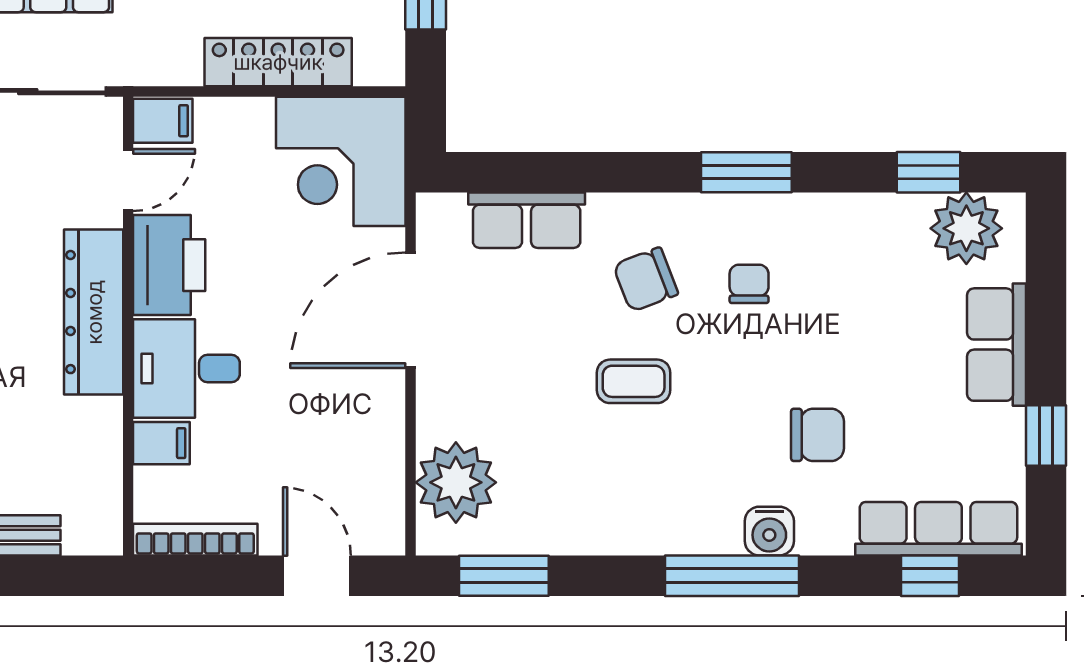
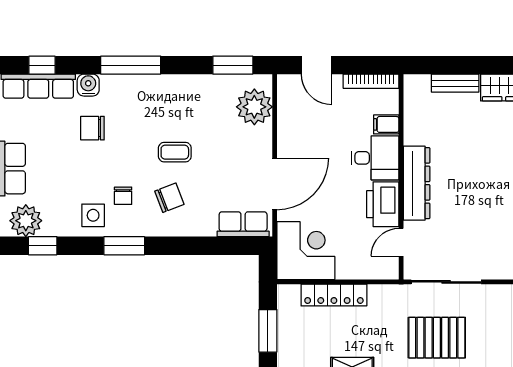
filing cabinet: (163, 121) -> (386, 269), removed
row of seats: (527, 220) -> (243, 224), moved
side table: (816, 240) -> (93, 215), added
water cooler: (769, 531) -> (88, 85), moved

